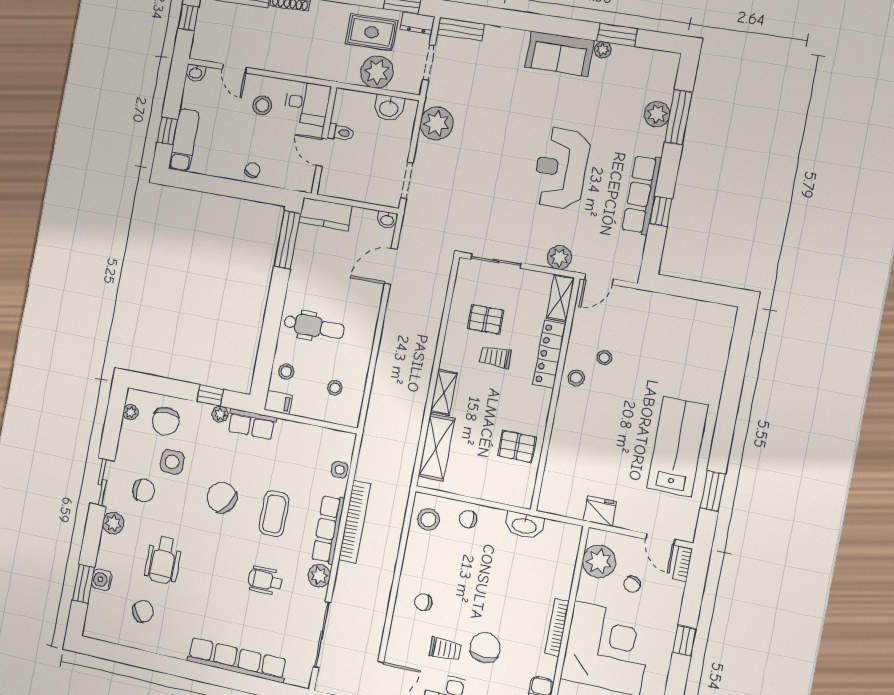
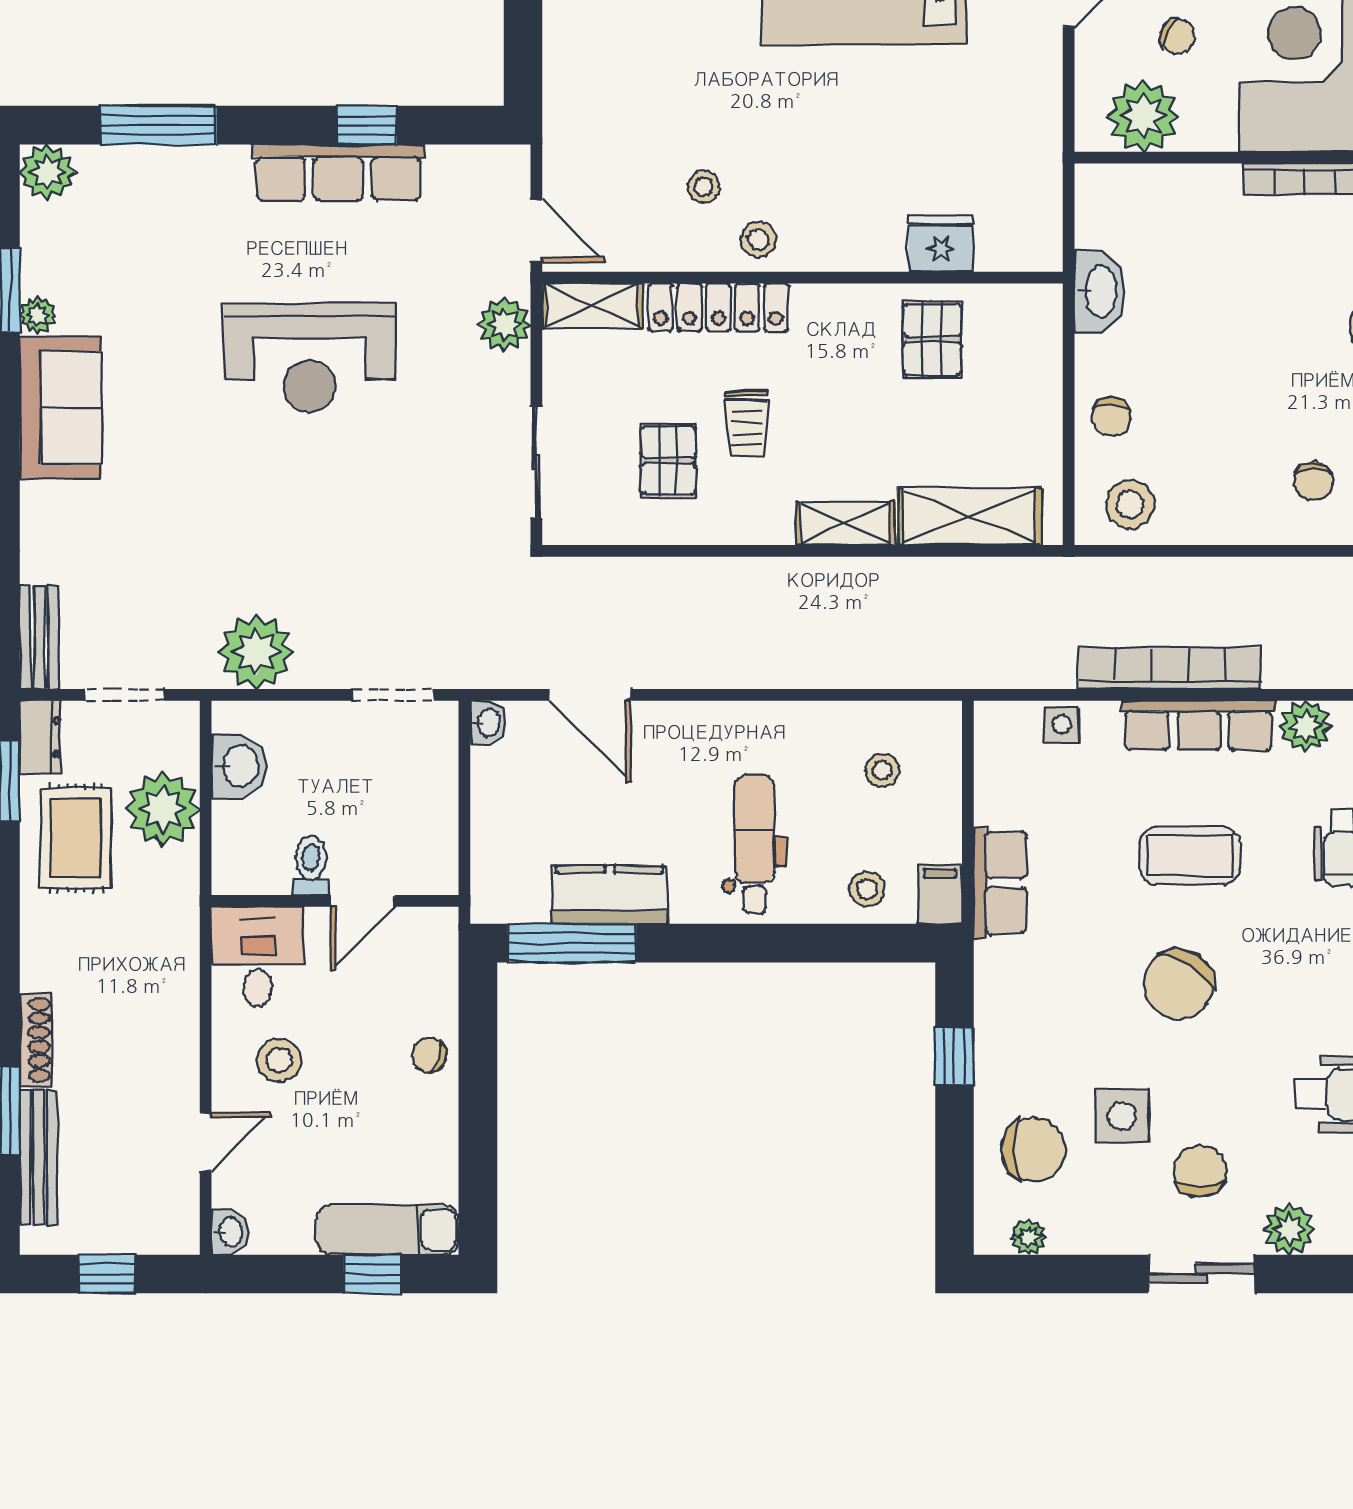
plant: (657, 114) -> (47, 172), moved
kitchen counter: (326, 214) -> (610, 895), moved, turned -90
plant: (220, 414) -> (992, 1024), removed
row of seats: (252, 424) -> (1000, 883), moved
fridge: (600, 511) -> (941, 244), moved, turned 90

